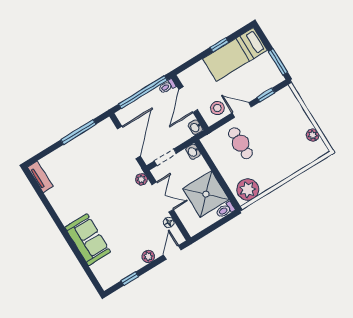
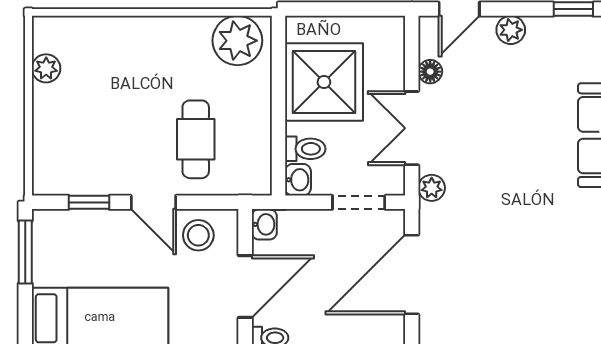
toilet: (225, 210) -> (305, 149), moved

